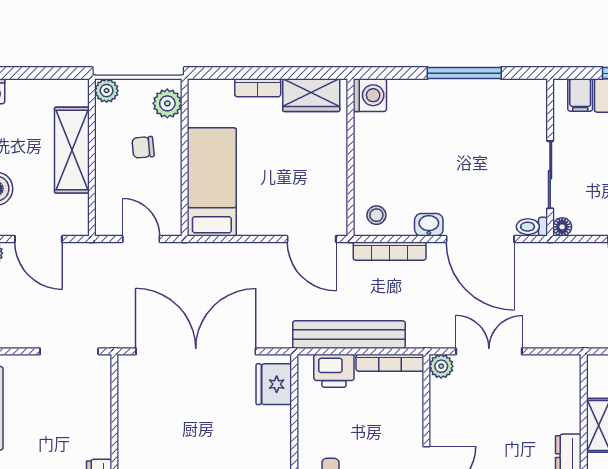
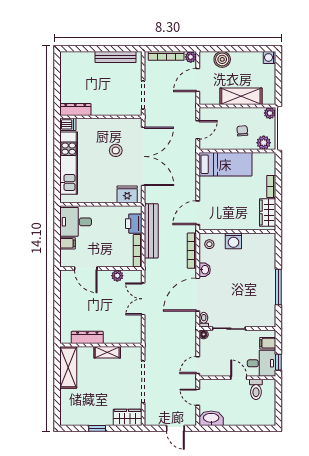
washing machine: (370, 95) -> (233, 241), moved
double door: (489, 351) -> (143, 299), swing flipped
plant: (441, 366) -> (117, 276), moved
stool: (183, 408) -> (116, 150), added

